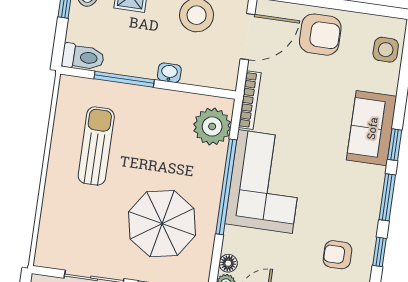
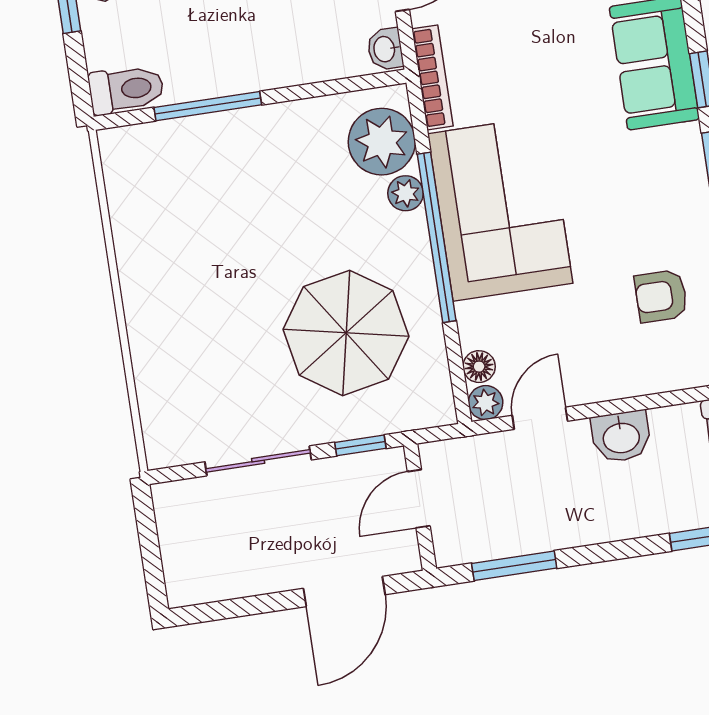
washbasin: (169, 73) -> (385, 49), moved, turned -90
sun lounger: (96, 146) -> (194, 234), removed
plant: (217, 158) -> (406, 193), added

